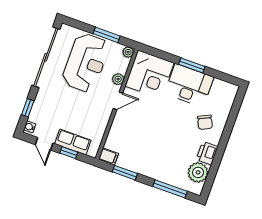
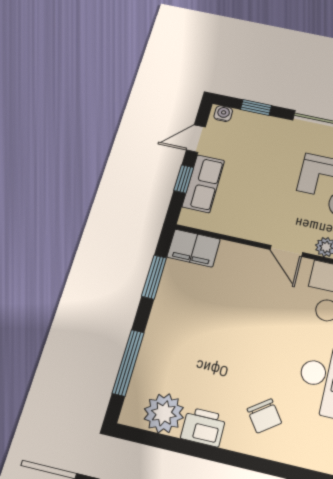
chair: (205, 122) -> (264, 416), turned -100
filing cabinet: (109, 156) -> (194, 248), width x2.00

